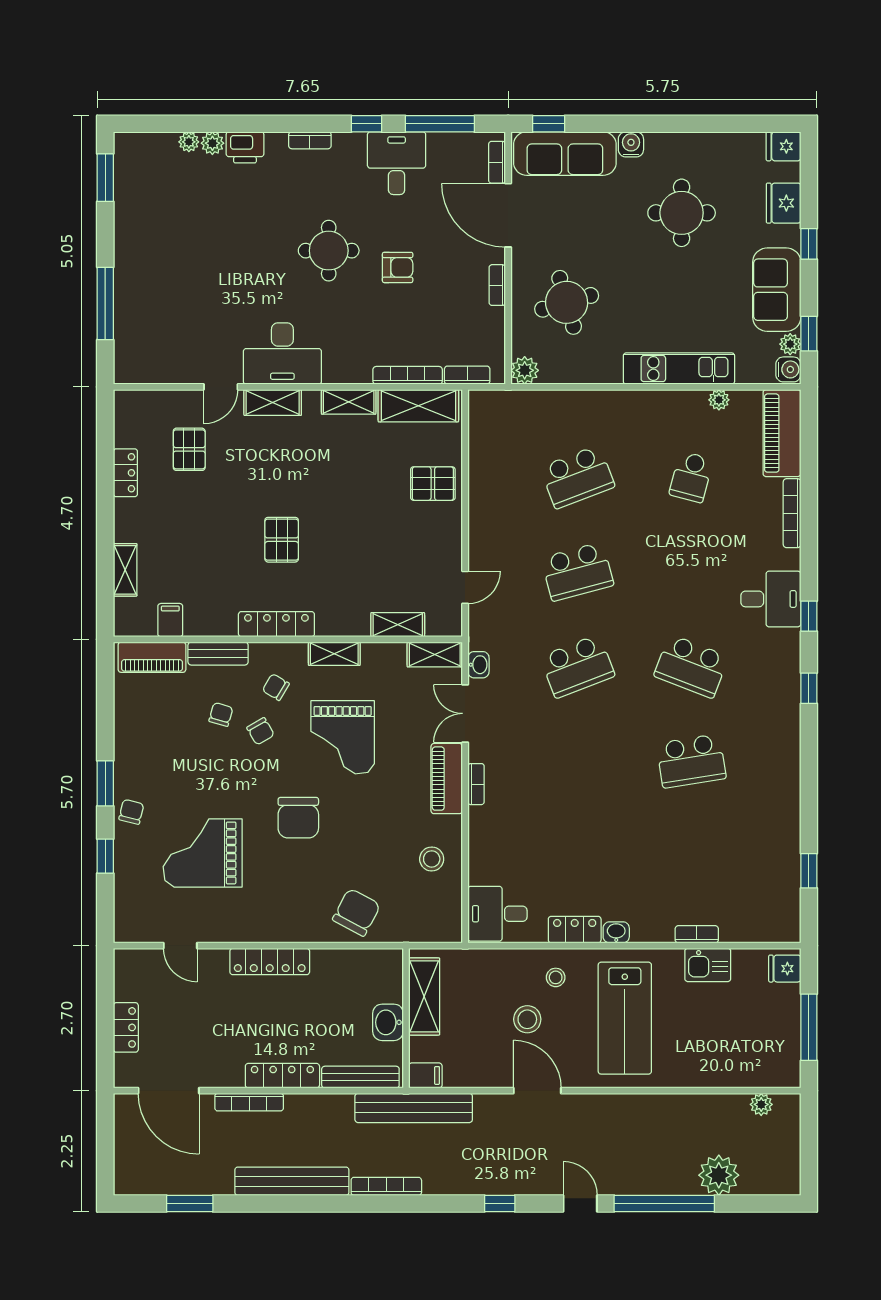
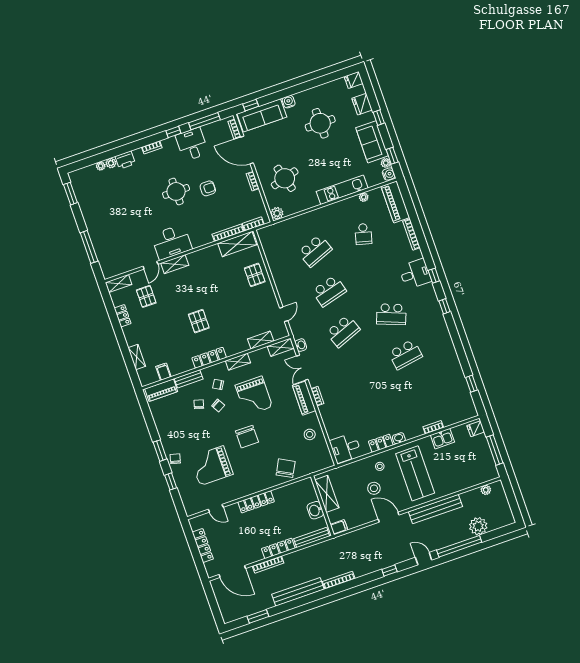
shelving: (349, 402) -> (119, 283), moved
pallet: (433, 484) -> (255, 275), turned 90
locker: (126, 1027) -> (203, 546), width x1.53
bench: (414, 1108) -> (435, 509), moved

